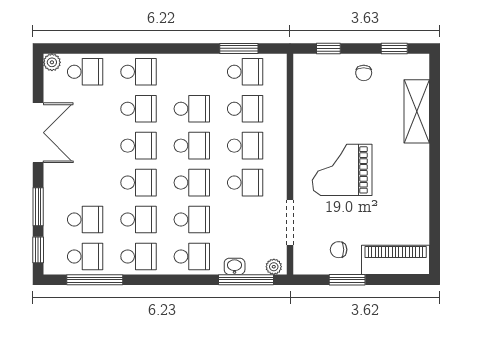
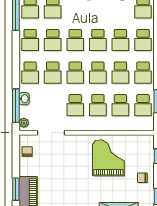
school desk: (192, 72) -> (143, 73), added
grand piano: (342, 170) -> (108, 158), moved
chair: (339, 250) -> (27, 152), moved
window: (347, 280) -> (16, 189), moved

